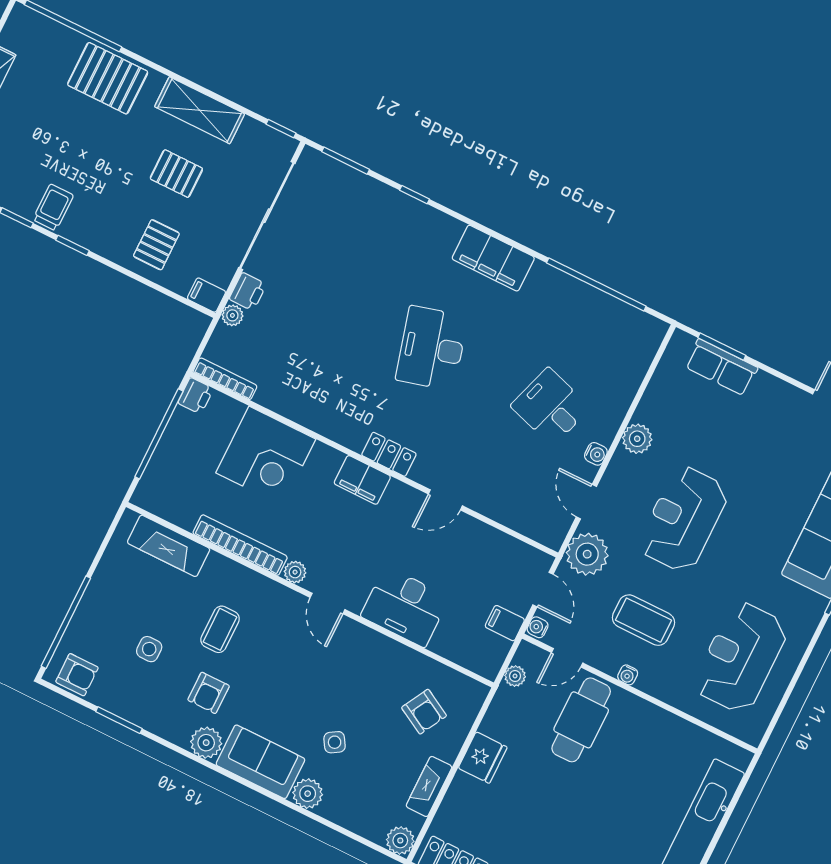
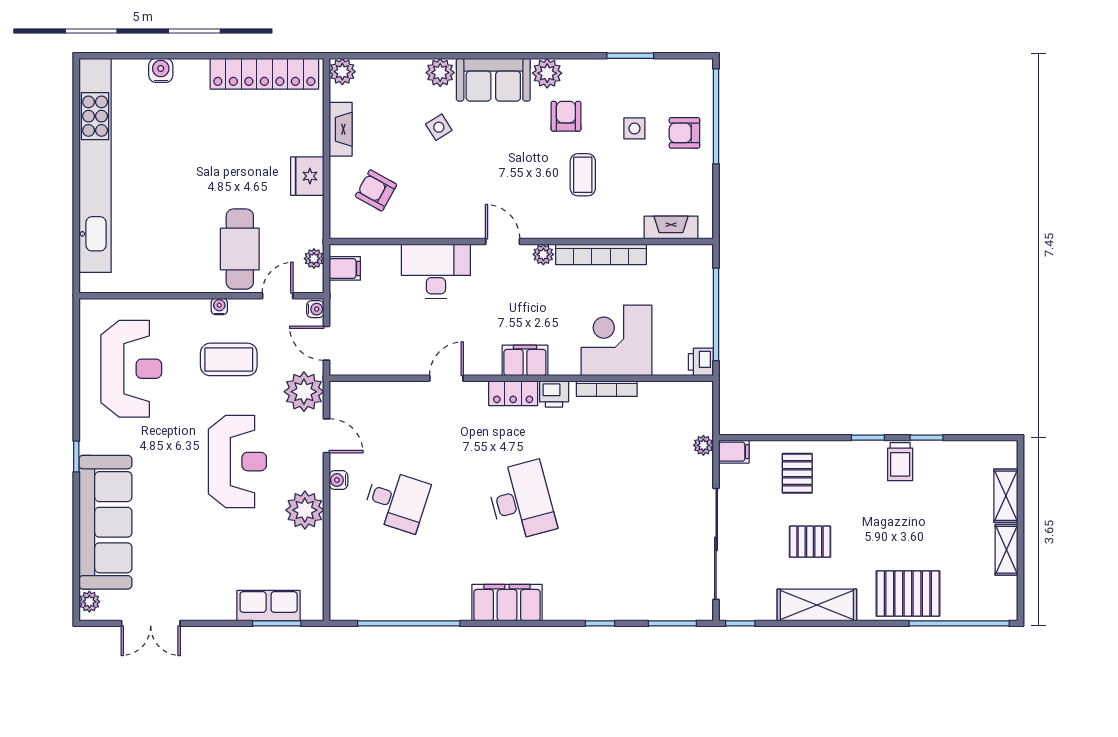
printer: (248, 292) -> (554, 394), moved, turned -90
bookcase: (225, 379) -> (607, 389), moved
plant: (637, 439) -> (305, 510), width x1.36, depth x1.36
fireplace: (169, 546) -> (671, 227), width x0.73, depth x0.76
filing cabinet: (505, 623) -> (345, 268), moved
armchair: (77, 675) -> (684, 133), moved

